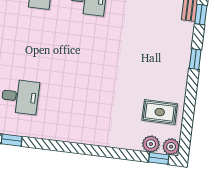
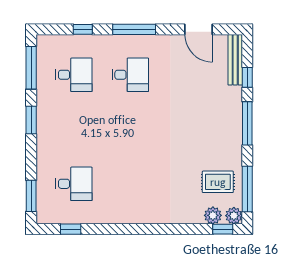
window: (195, 59) -> (247, 123), width x2.17
window: (187, 122) -> (247, 189), added

